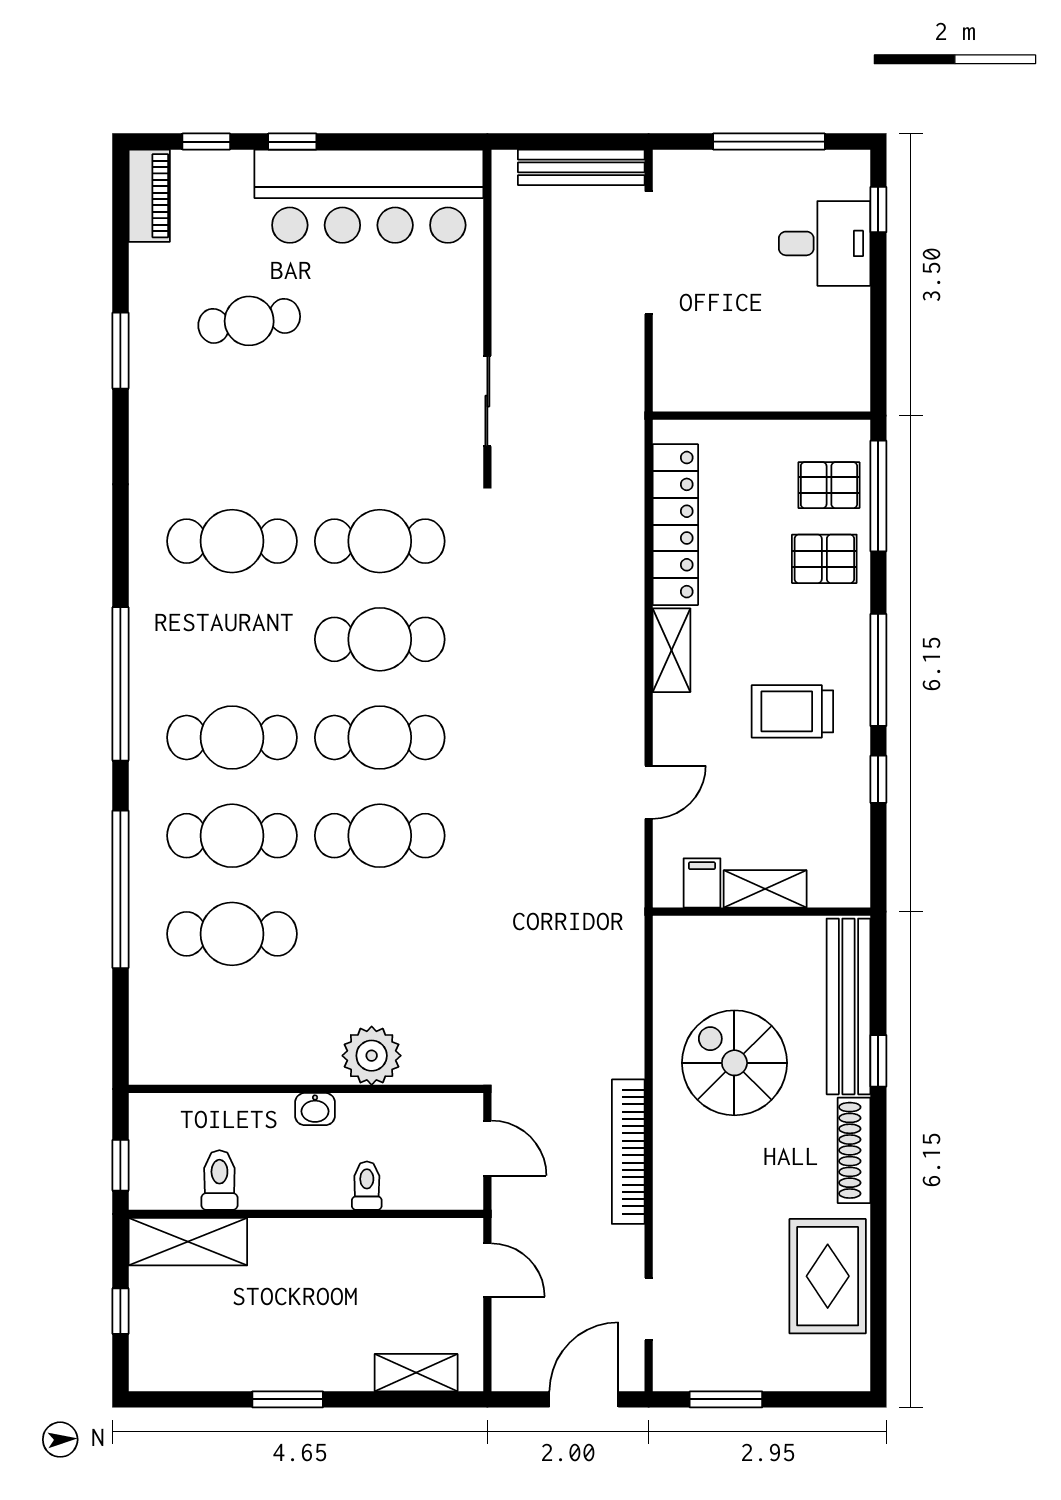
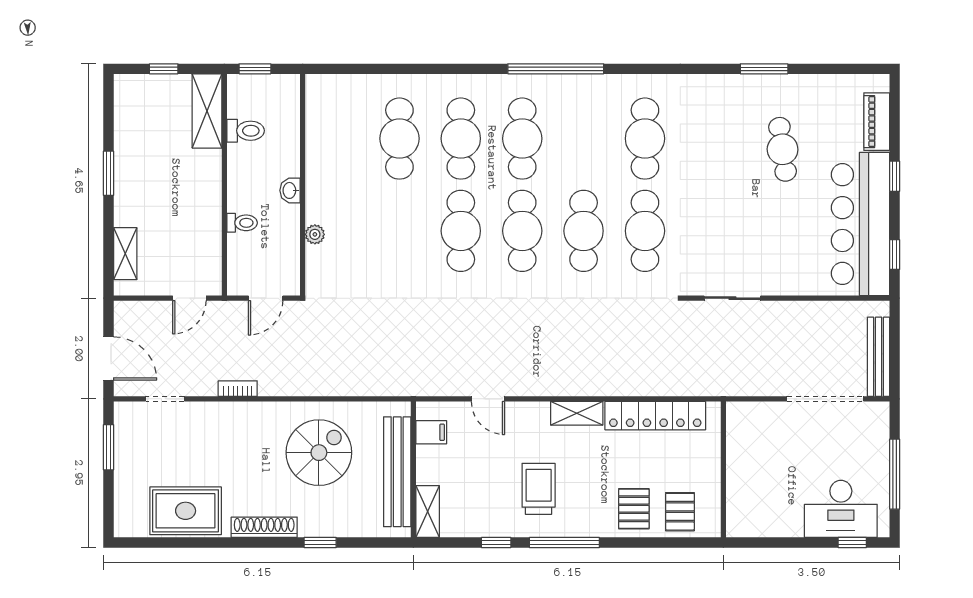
window: (206, 142) -> (895, 255), moved
piano: (149, 196) -> (877, 122), moved, turned 90
desk: (825, 243) -> (841, 509), width x1.37
window: (878, 496) -> (673, 543), removed
window: (120, 889) -> (427, 69), removed
shelving: (765, 889) -> (428, 512), moved
bench: (848, 1006) -> (397, 472), moved, turned 90
plant: (372, 1056) -> (315, 234), width x0.53, depth x0.53
bookcase: (628, 1152) -> (238, 389), width x0.43, depth x0.76

